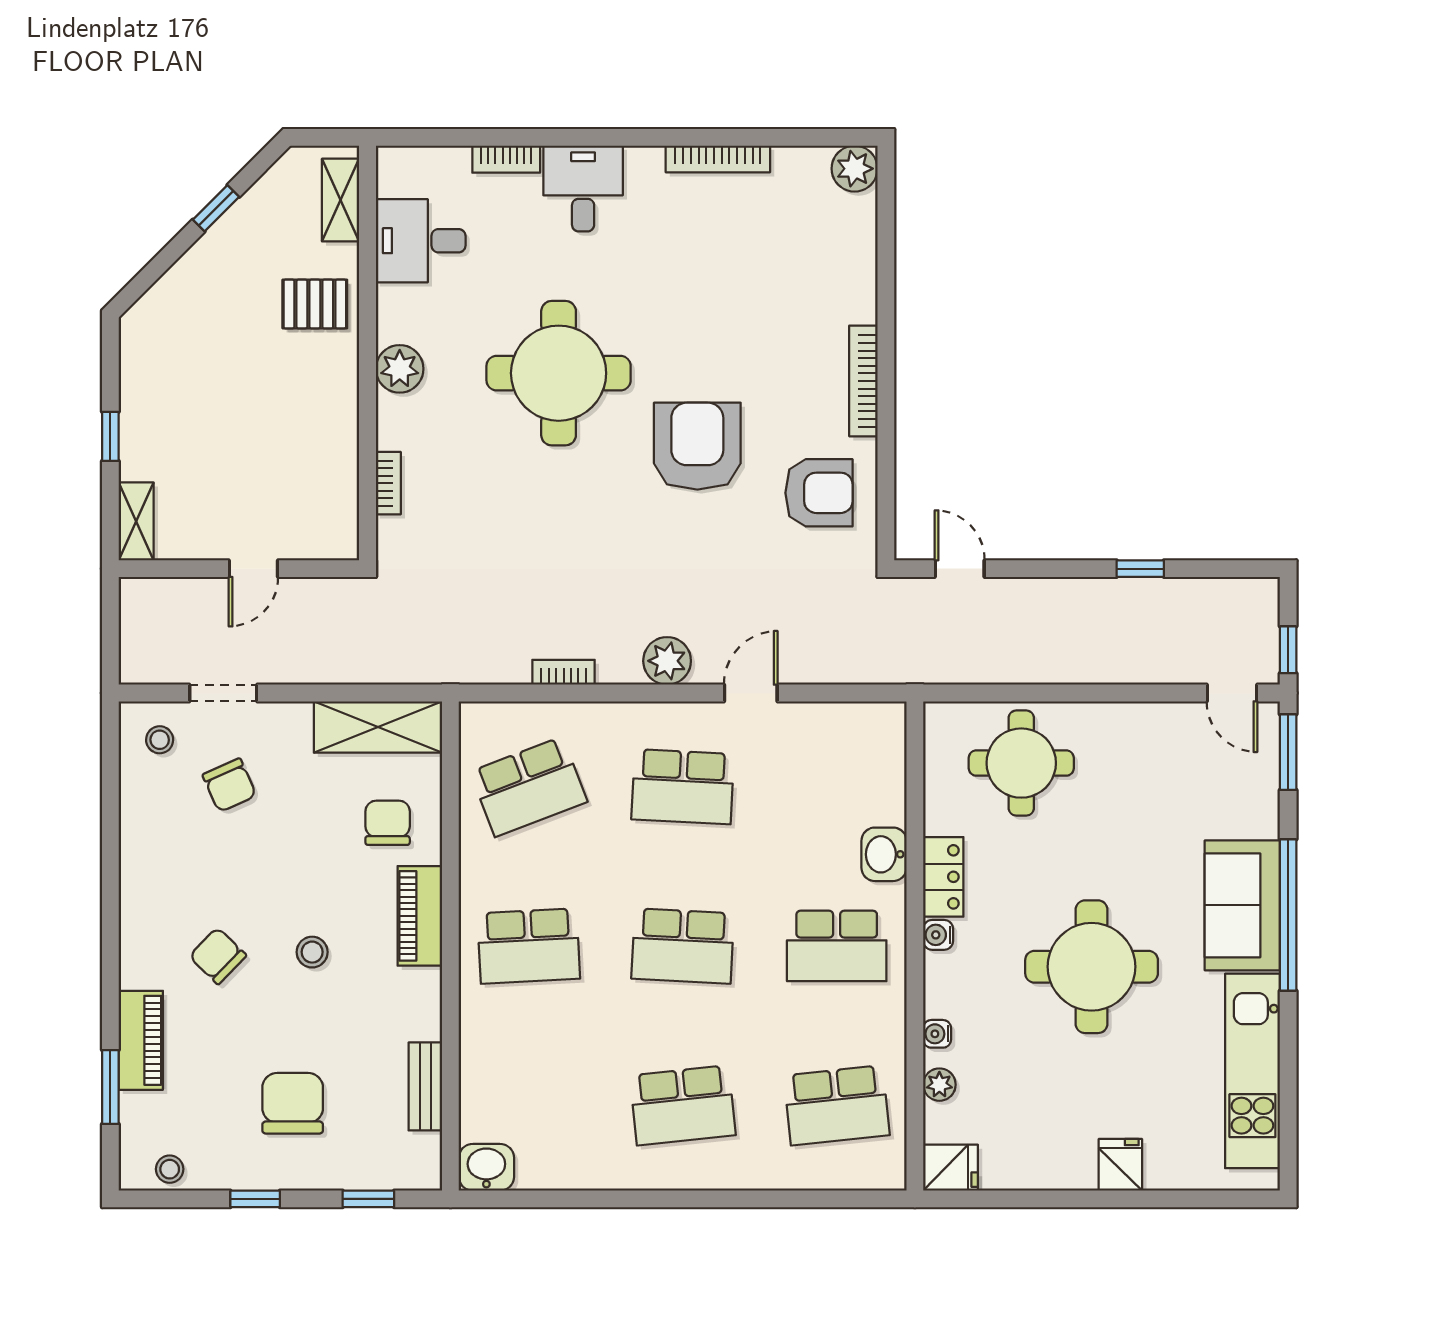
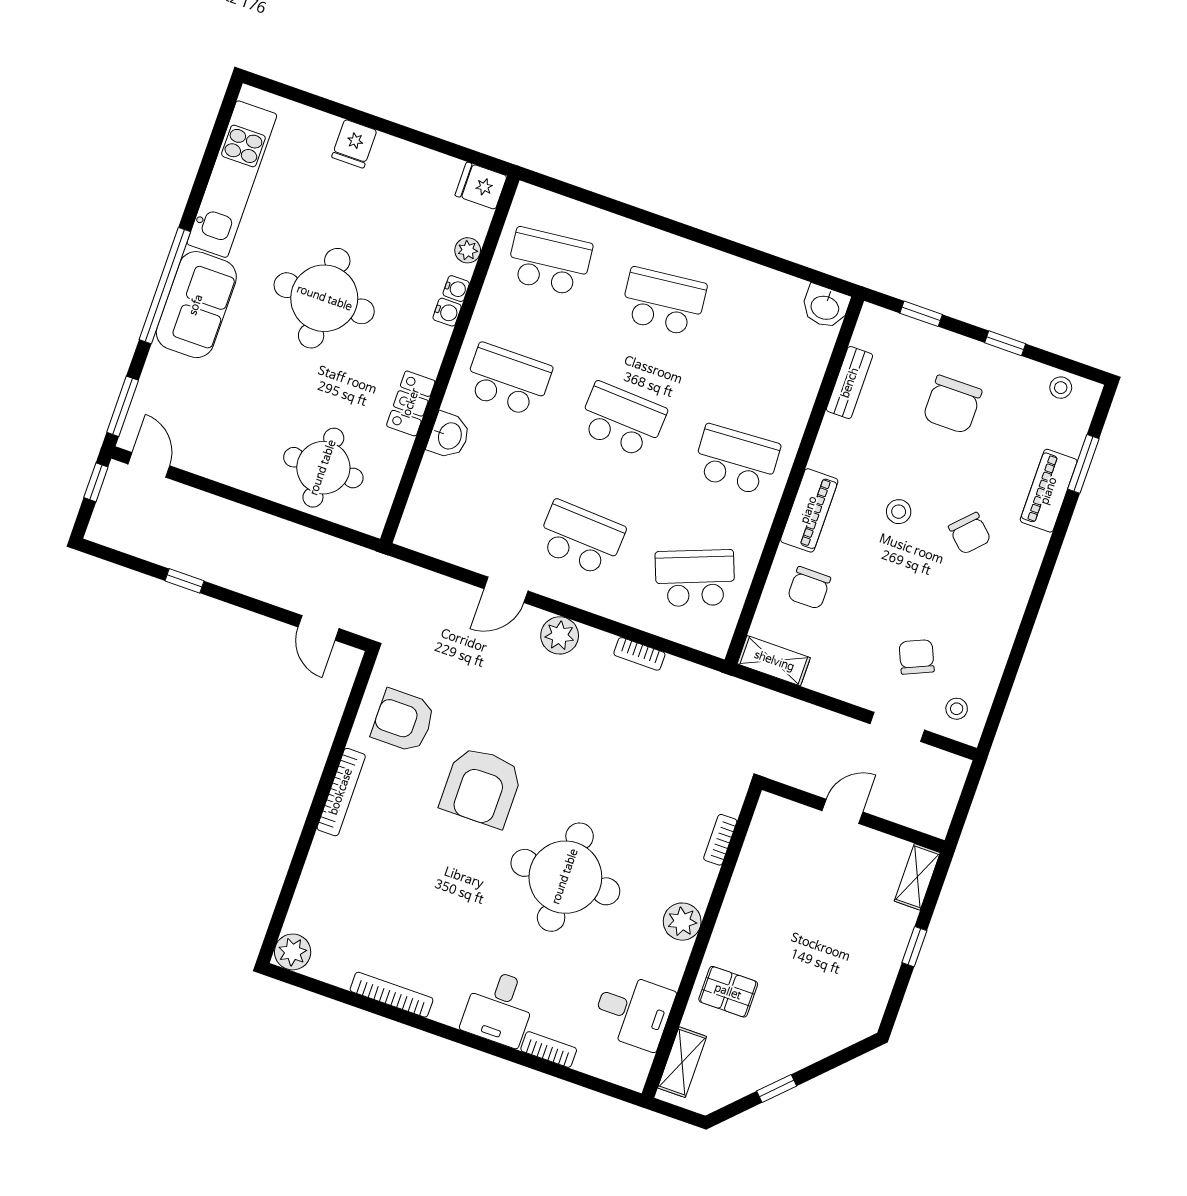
shelving: (378, 727) -> (774, 661), width x0.67, depth x0.75
water cooler: (938, 935) -> (447, 312), moved

